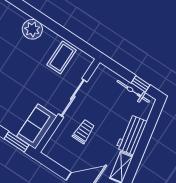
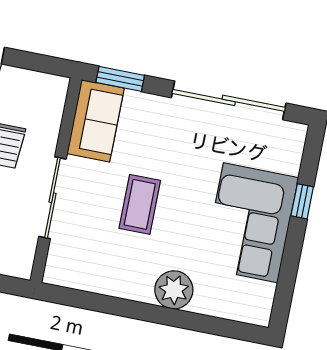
coffee table: (62, 57) -> (140, 204), moved

